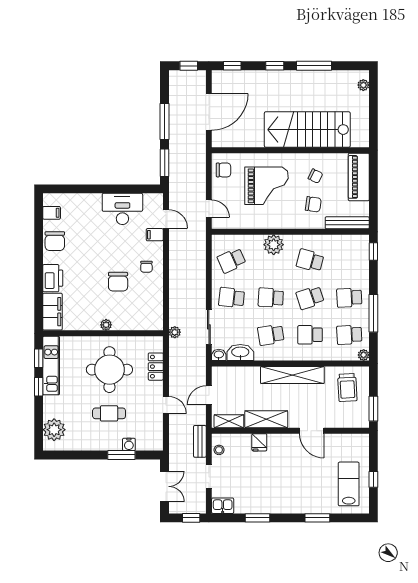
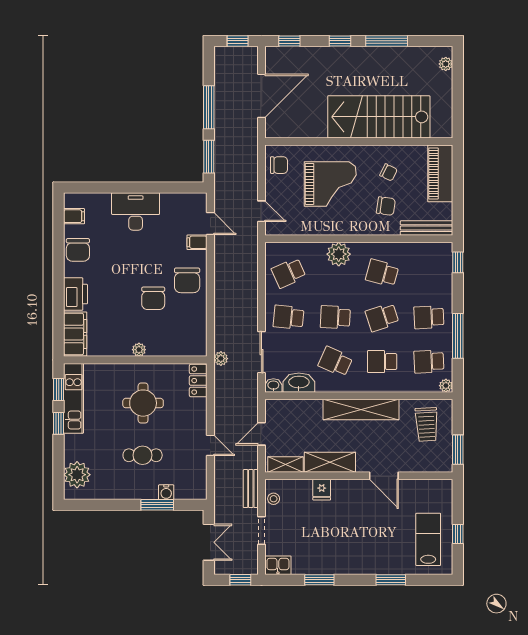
desk: (122, 209) -> (136, 211), moved
chair: (146, 267) -> (187, 280), width x1.87, depth x1.87
school desk: (271, 335) -> (335, 362), turned 33
locker: (156, 367) -> (198, 381), moved
round table: (109, 370) -> (143, 403), width x0.73, depth x0.73

